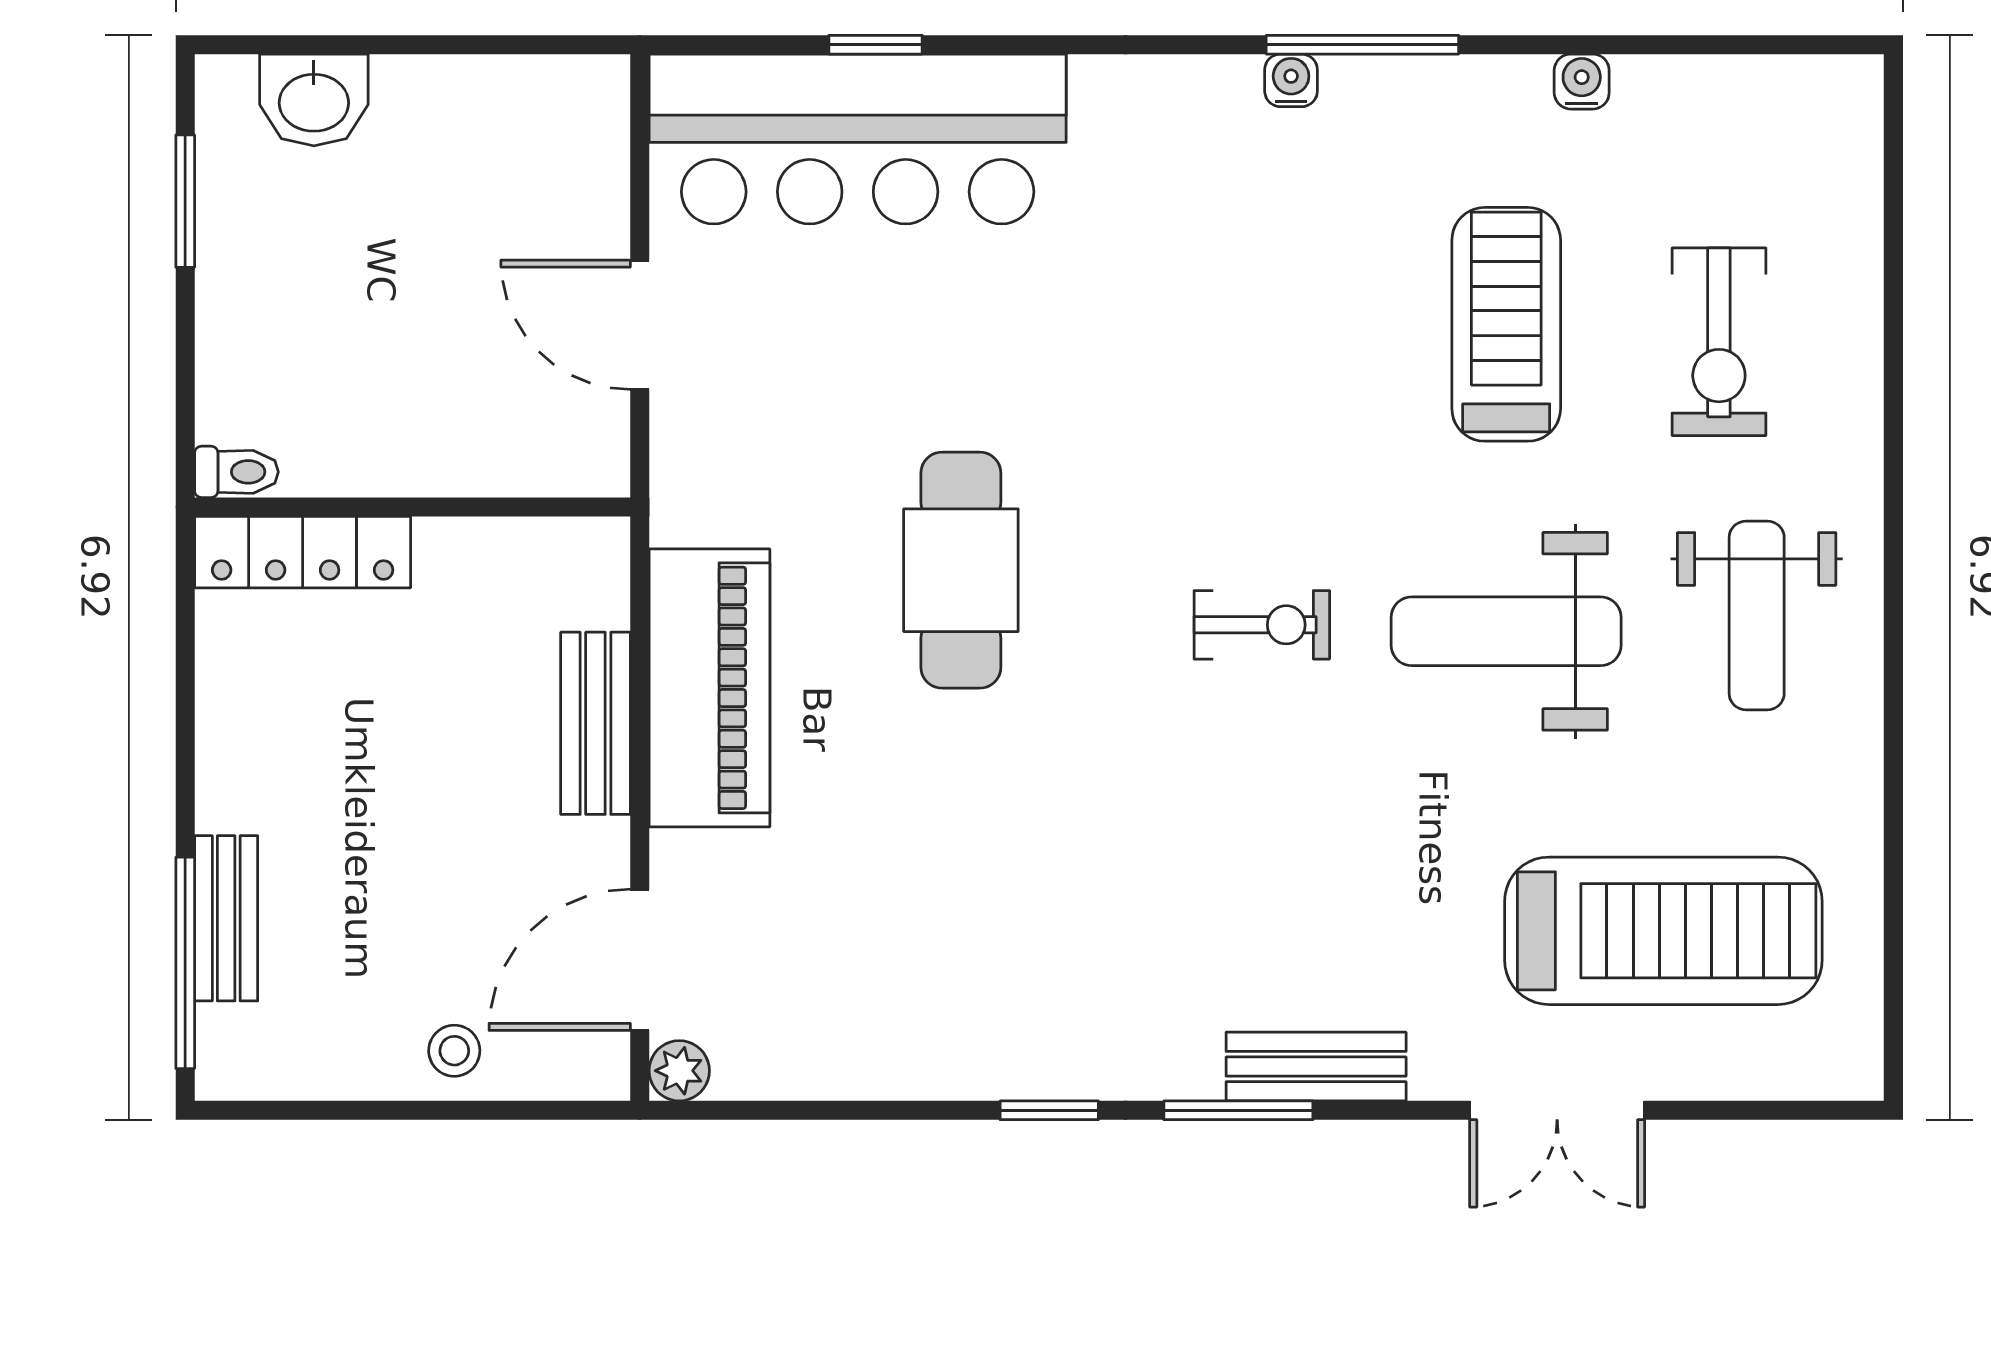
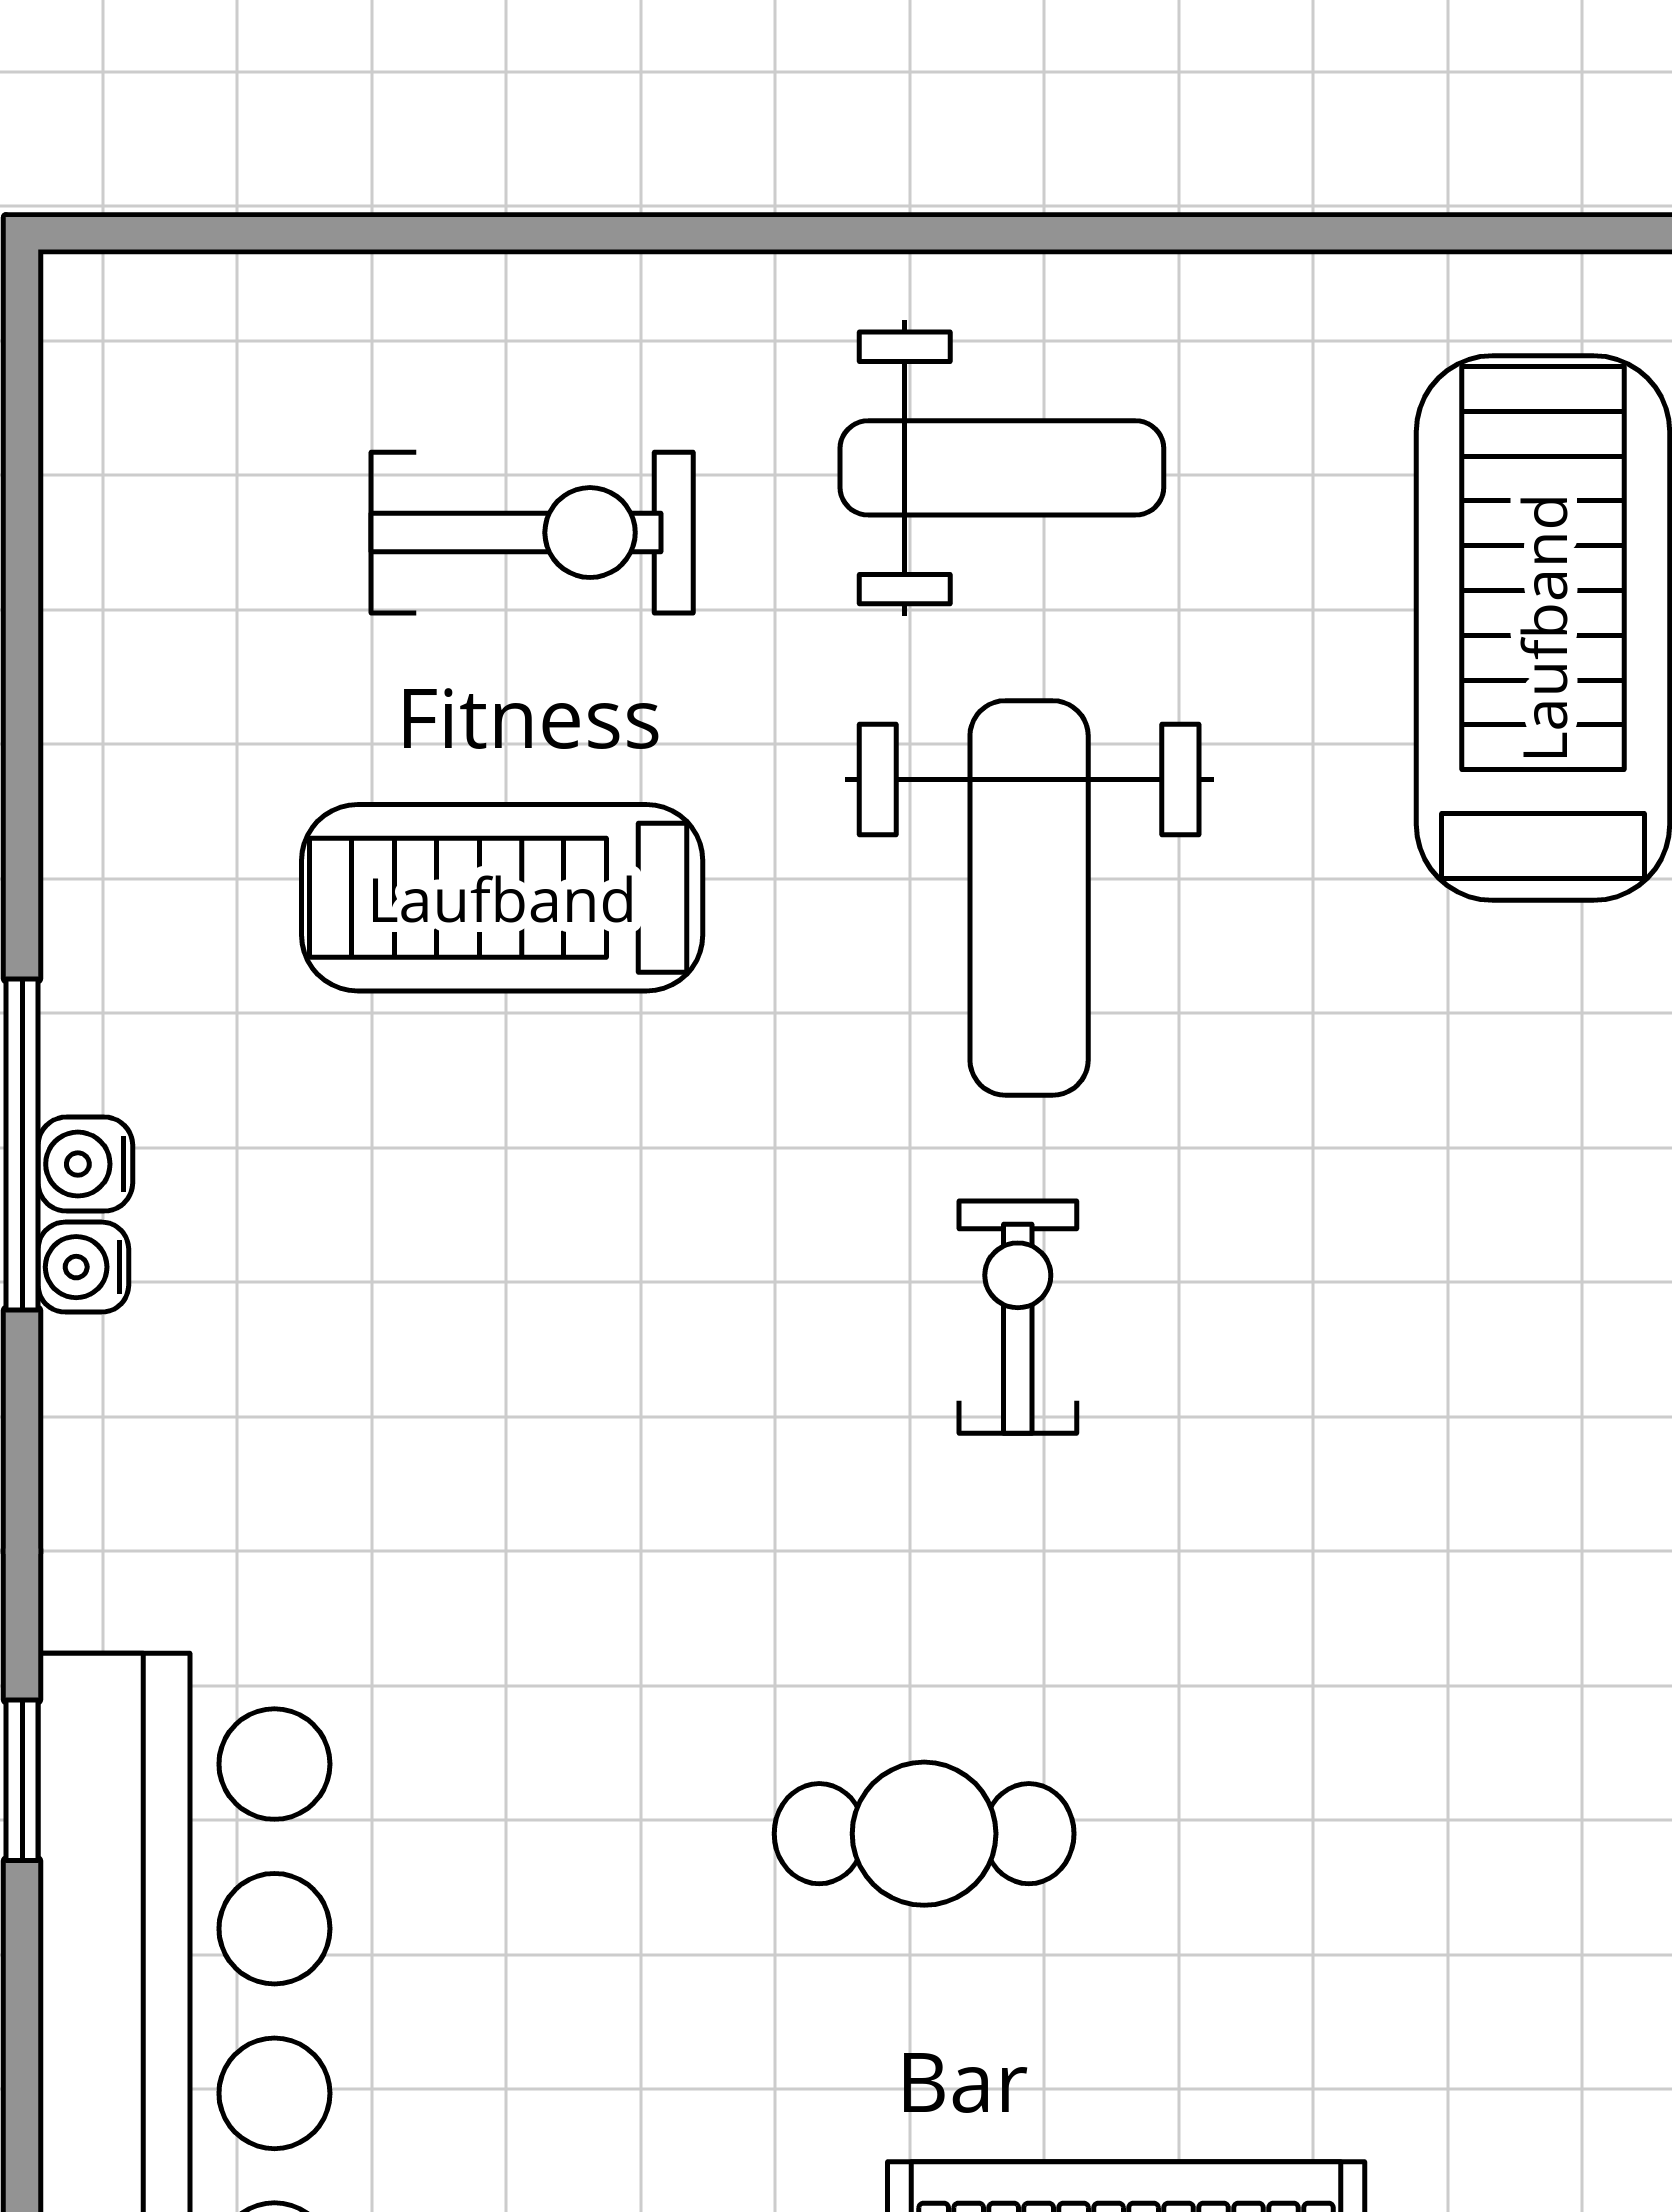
window: (876, 45) -> (22, 1780), moved
water cooler: (1582, 82) -> (85, 1164), moved
cafe table: (961, 570) -> (924, 1834), width x0.73, depth x0.74

